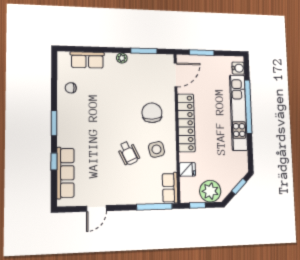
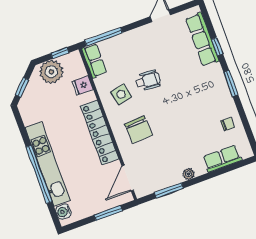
wheelchair: (128, 153) -> (148, 80), turned 119

